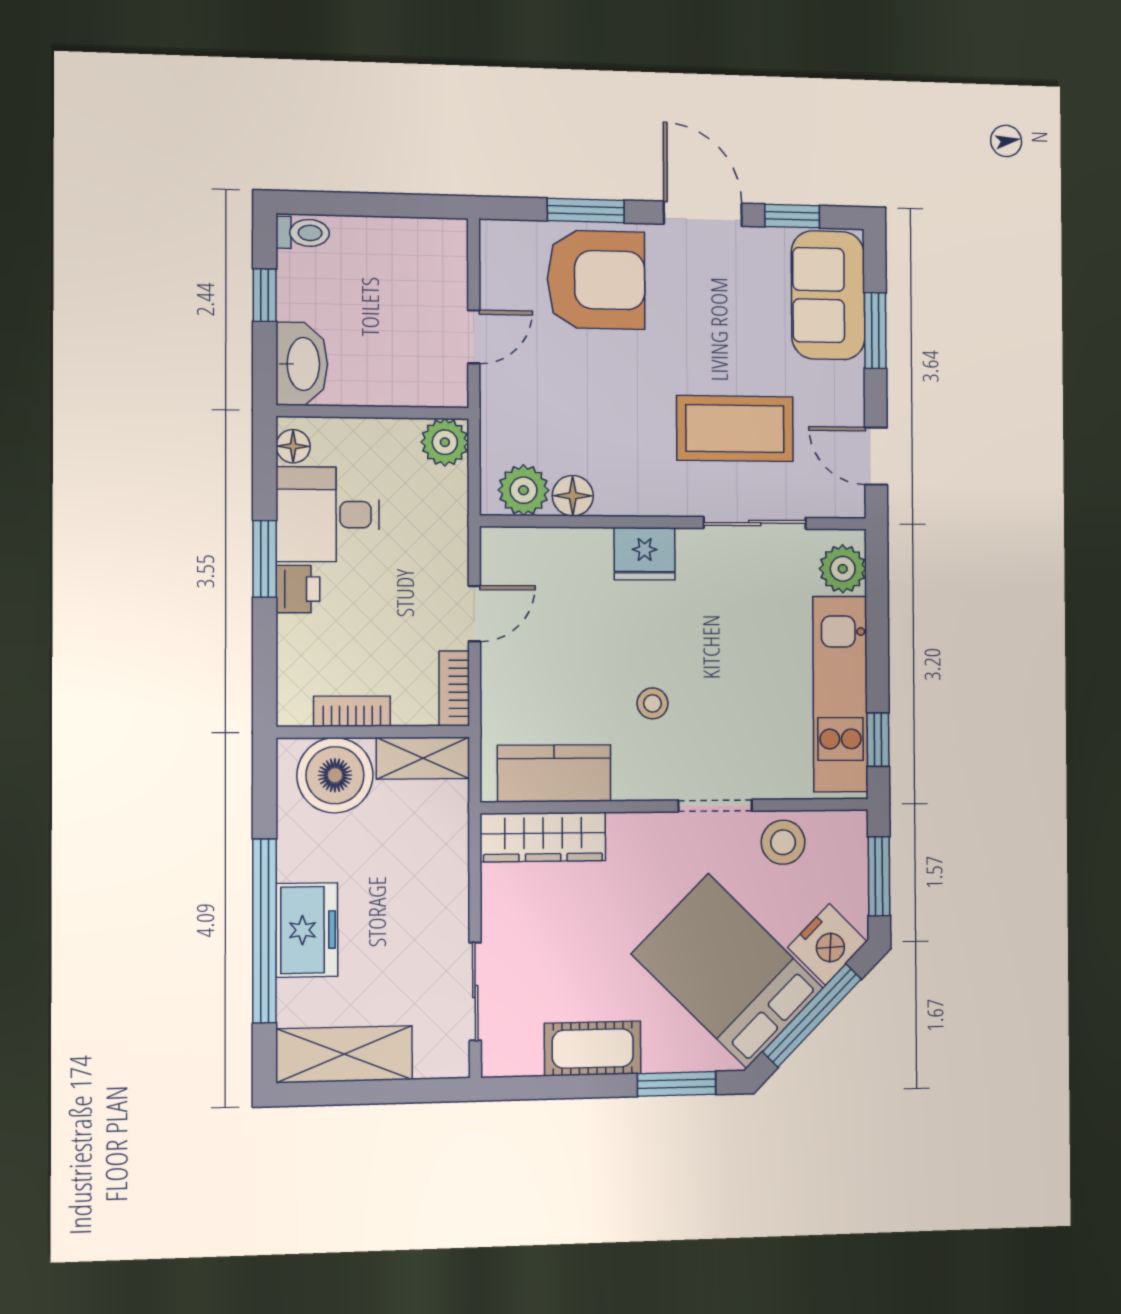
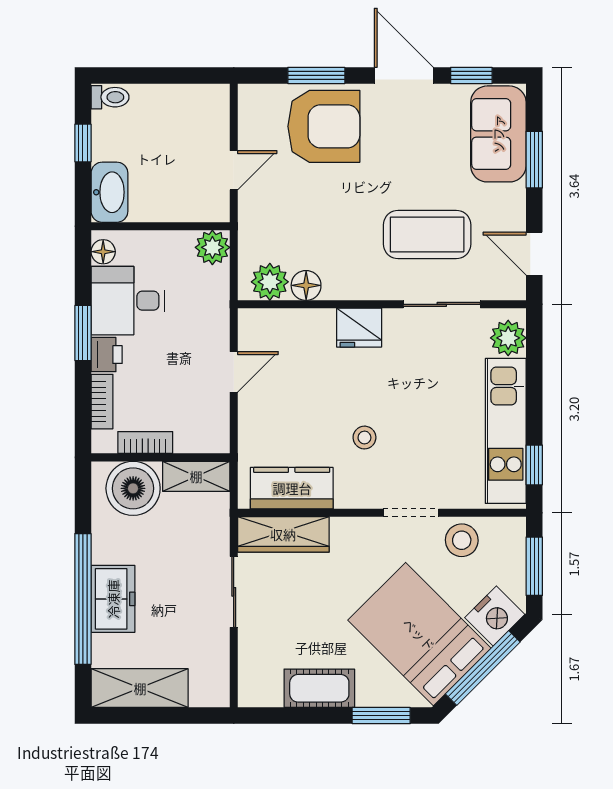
bookcase: (454, 688) -> (102, 402), moved, turned 180
sliding door: (475, 992) -> (234, 592), moved

